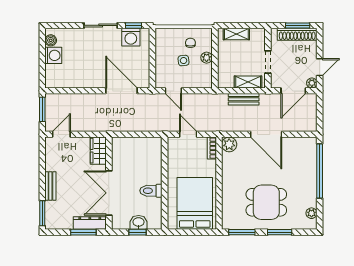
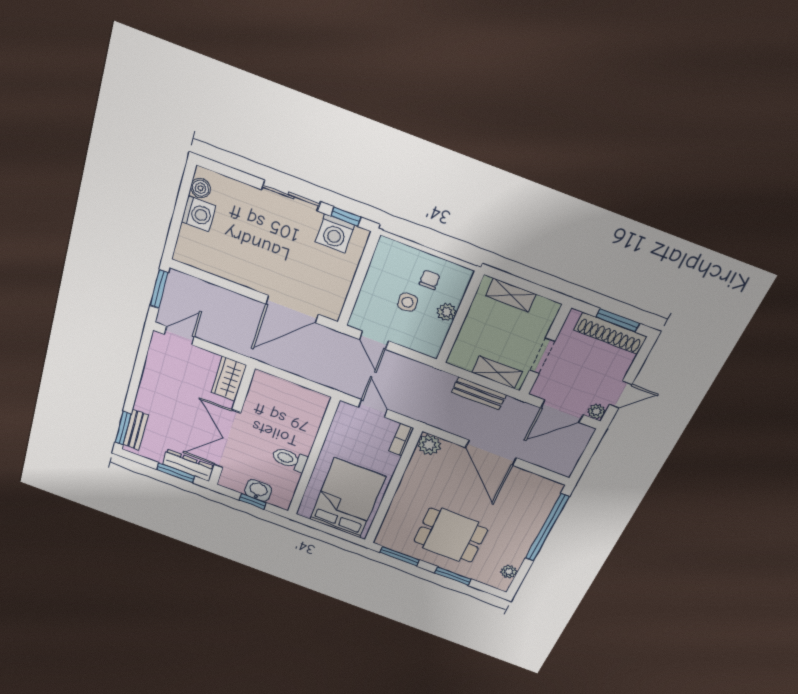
door: (122, 91) -> (292, 309), swing flipped
bench: (50, 186) -> (136, 430), moved

